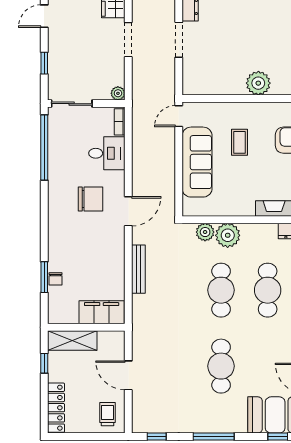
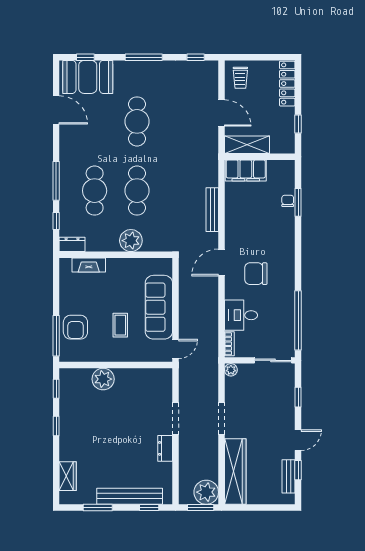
plant: (205, 232) -> (152, 243), removed
shelving: (72, 340) -> (247, 145), moved

